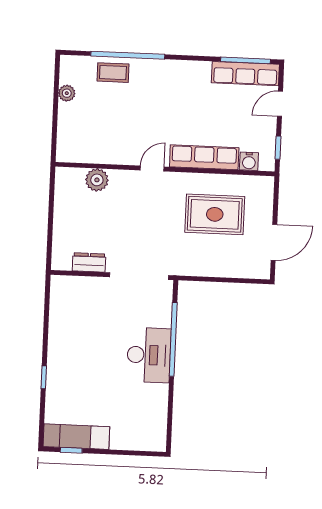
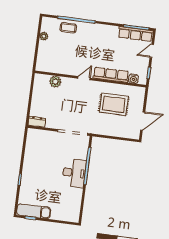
dresser: (89, 262) -> (37, 122), moved

